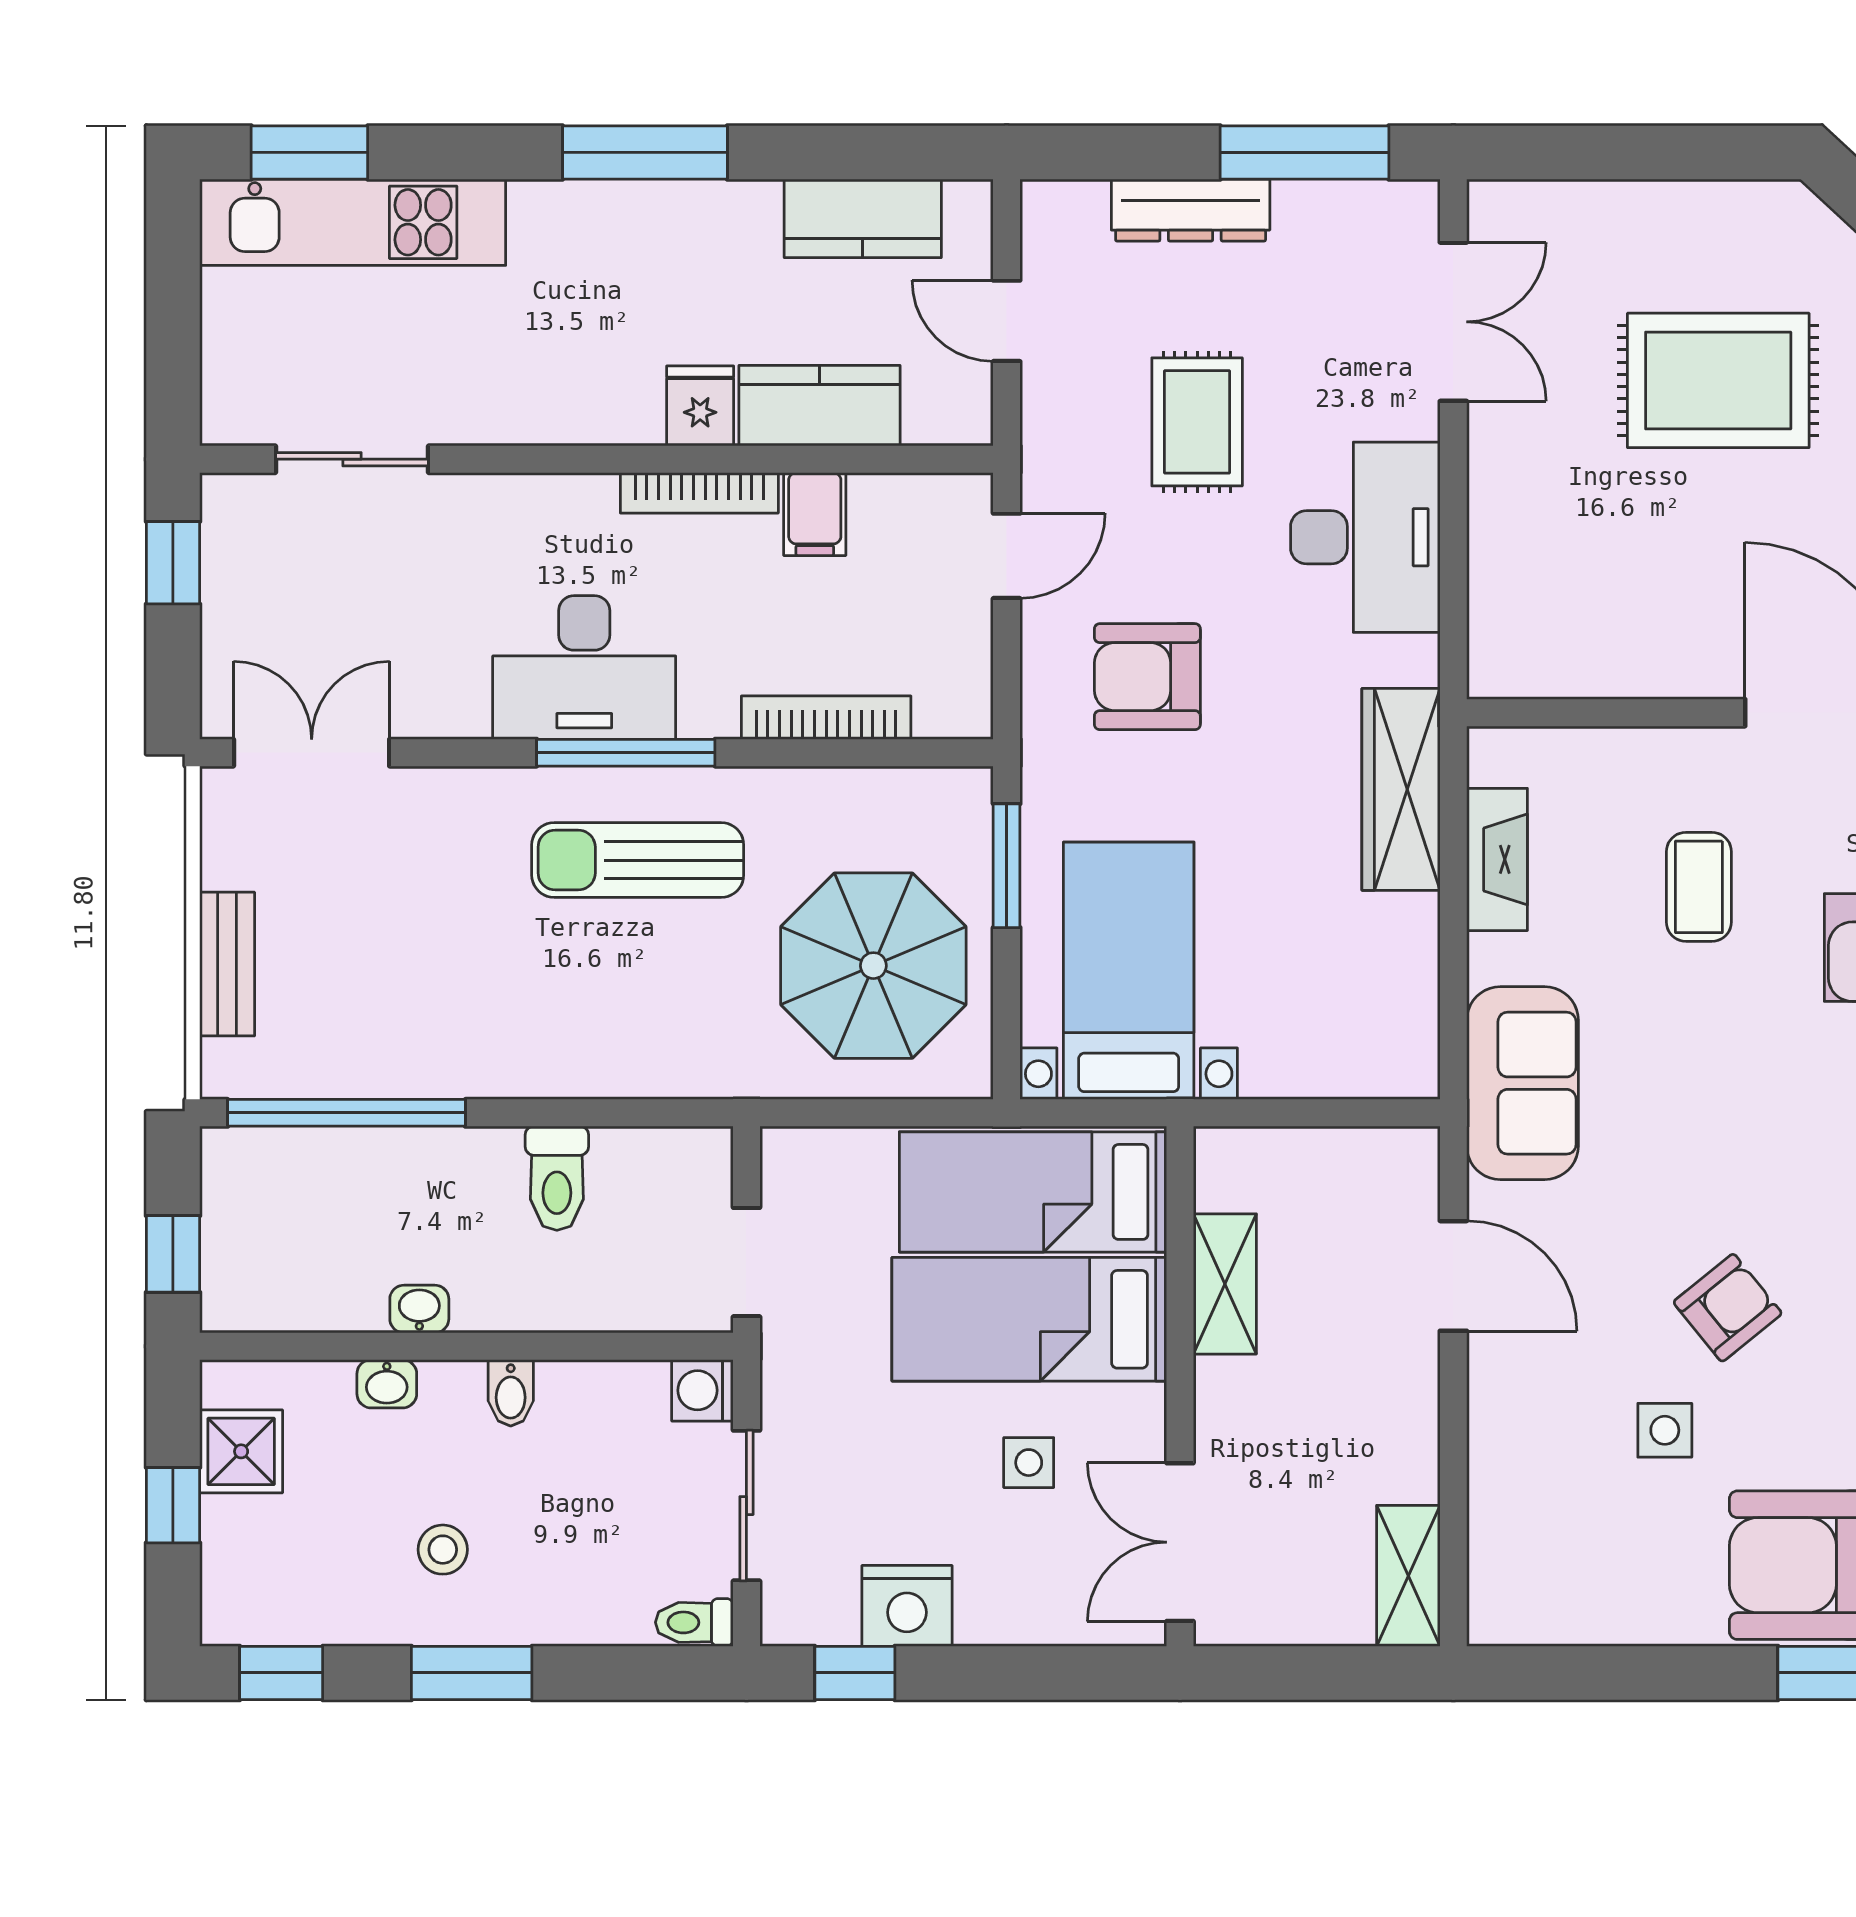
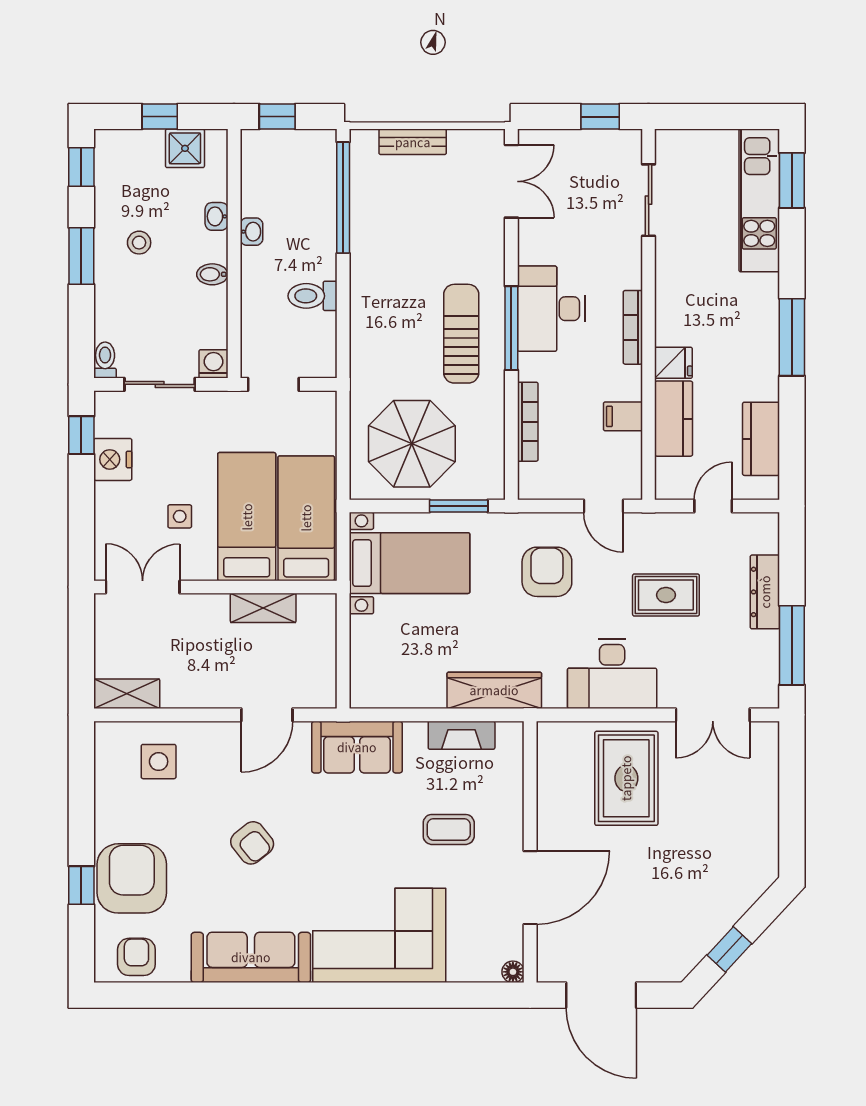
rug: (1718, 380) -> (626, 778), moved
bookcase: (699, 493) -> (633, 327), moved
side table: (1665, 1430) -> (159, 762), moved, width x1.37, depth x1.37

